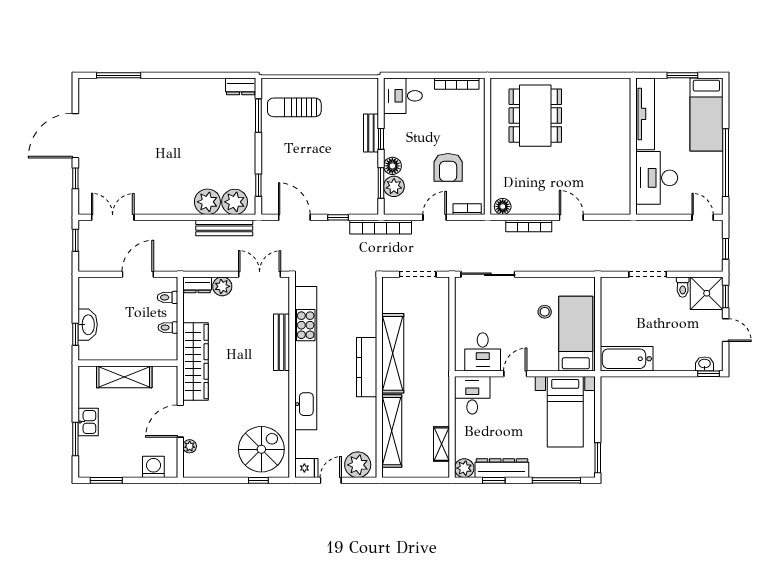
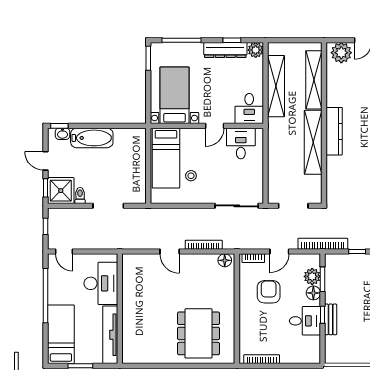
desk: (403, 96) -> (305, 321), moved
bathtub: (627, 359) -> (92, 138), moved
shelving: (442, 444) -> (276, 86), width x2.20, depth x1.33

